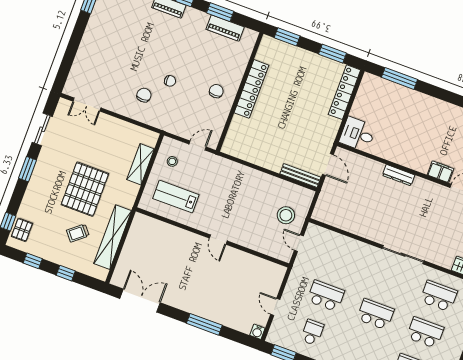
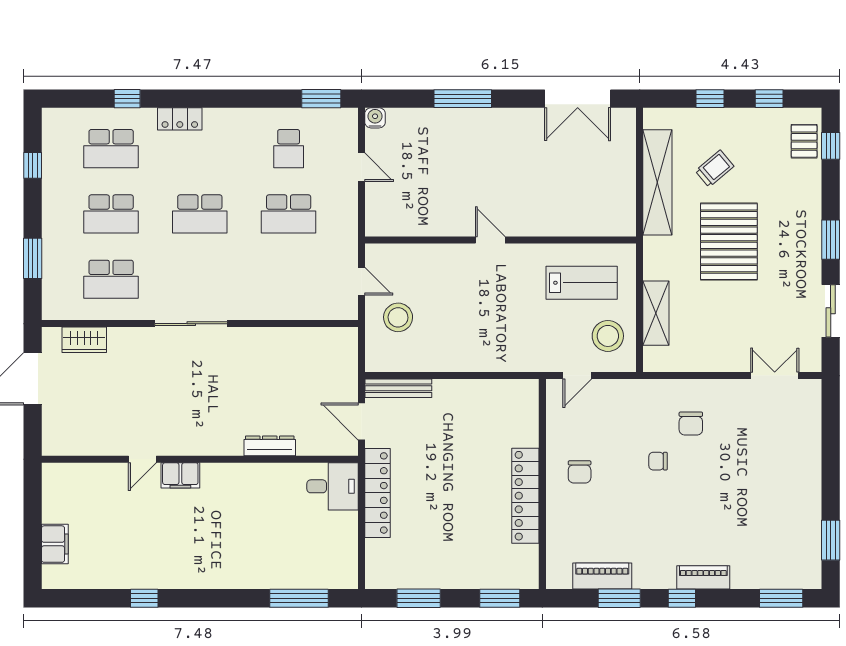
locker: (344, 92) -> (377, 493), moved
stool: (172, 161) -> (608, 336), width x1.89, depth x1.89
dresser: (399, 175) -> (270, 446), moved

